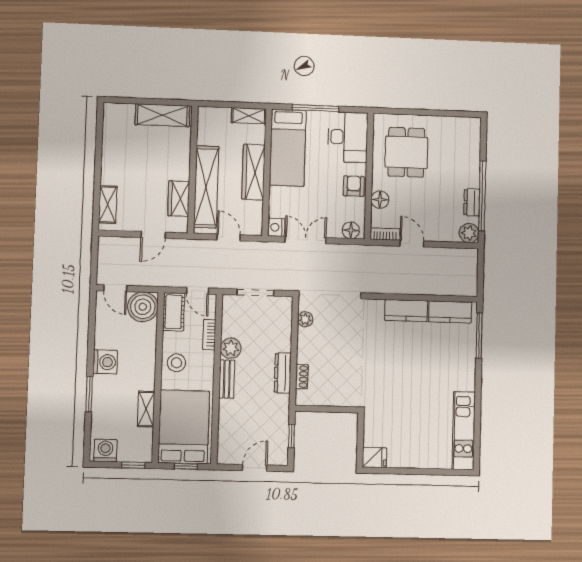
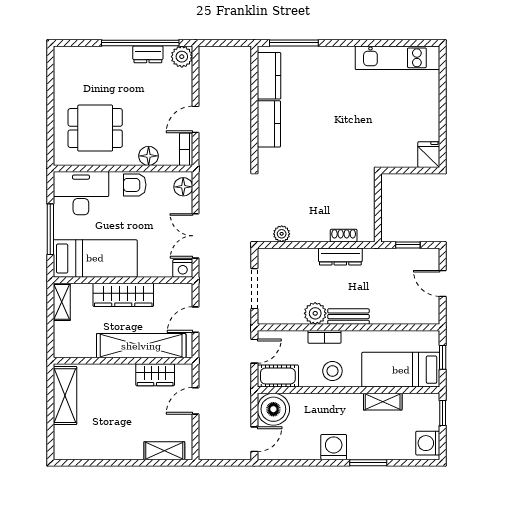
door: (153, 235) -> (195, 401), swing flipped
bookcase: (209, 335) -> (325, 337), moved
bed: (184, 427) -> (401, 370), width x0.67

